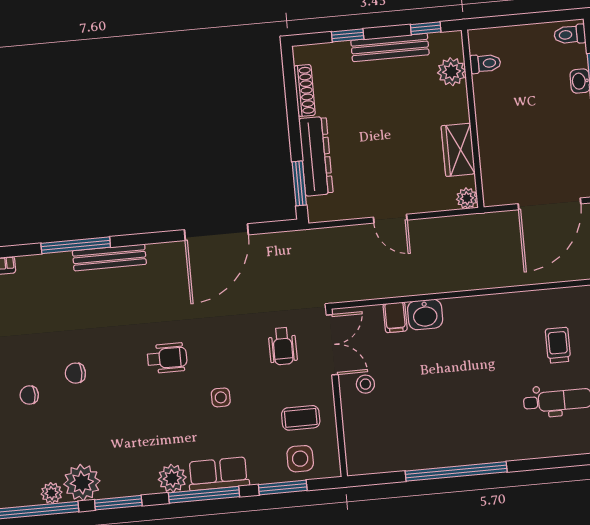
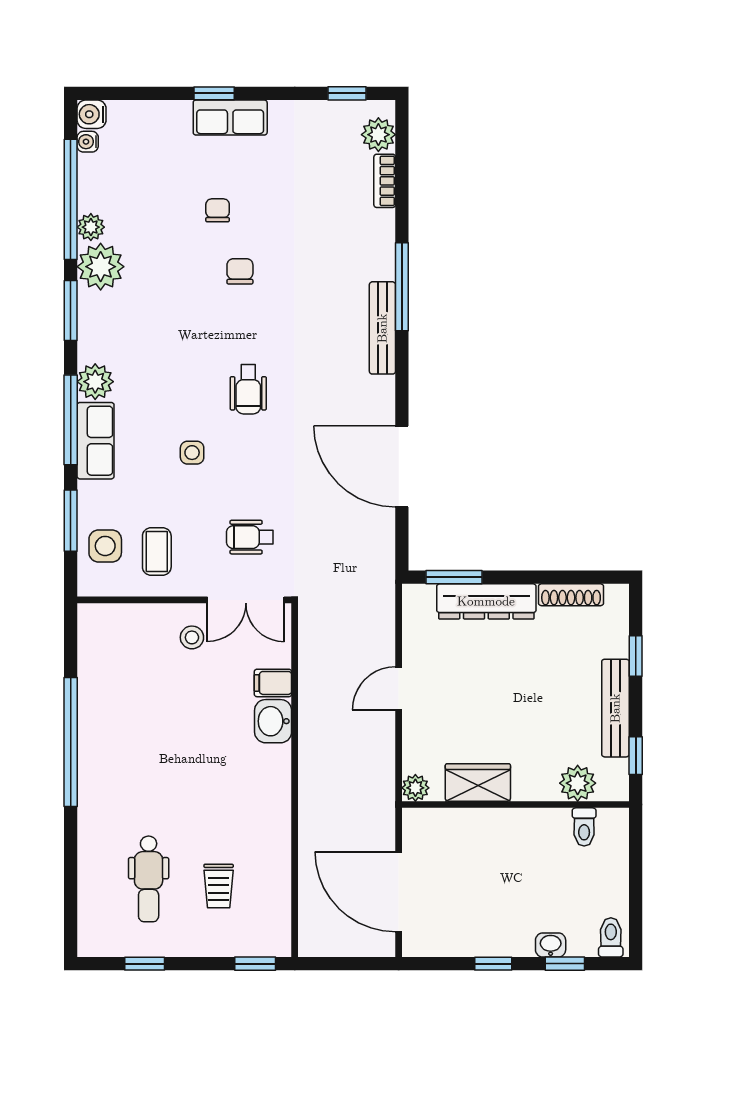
trolley: (558, 345) -> (219, 886), turned 90

